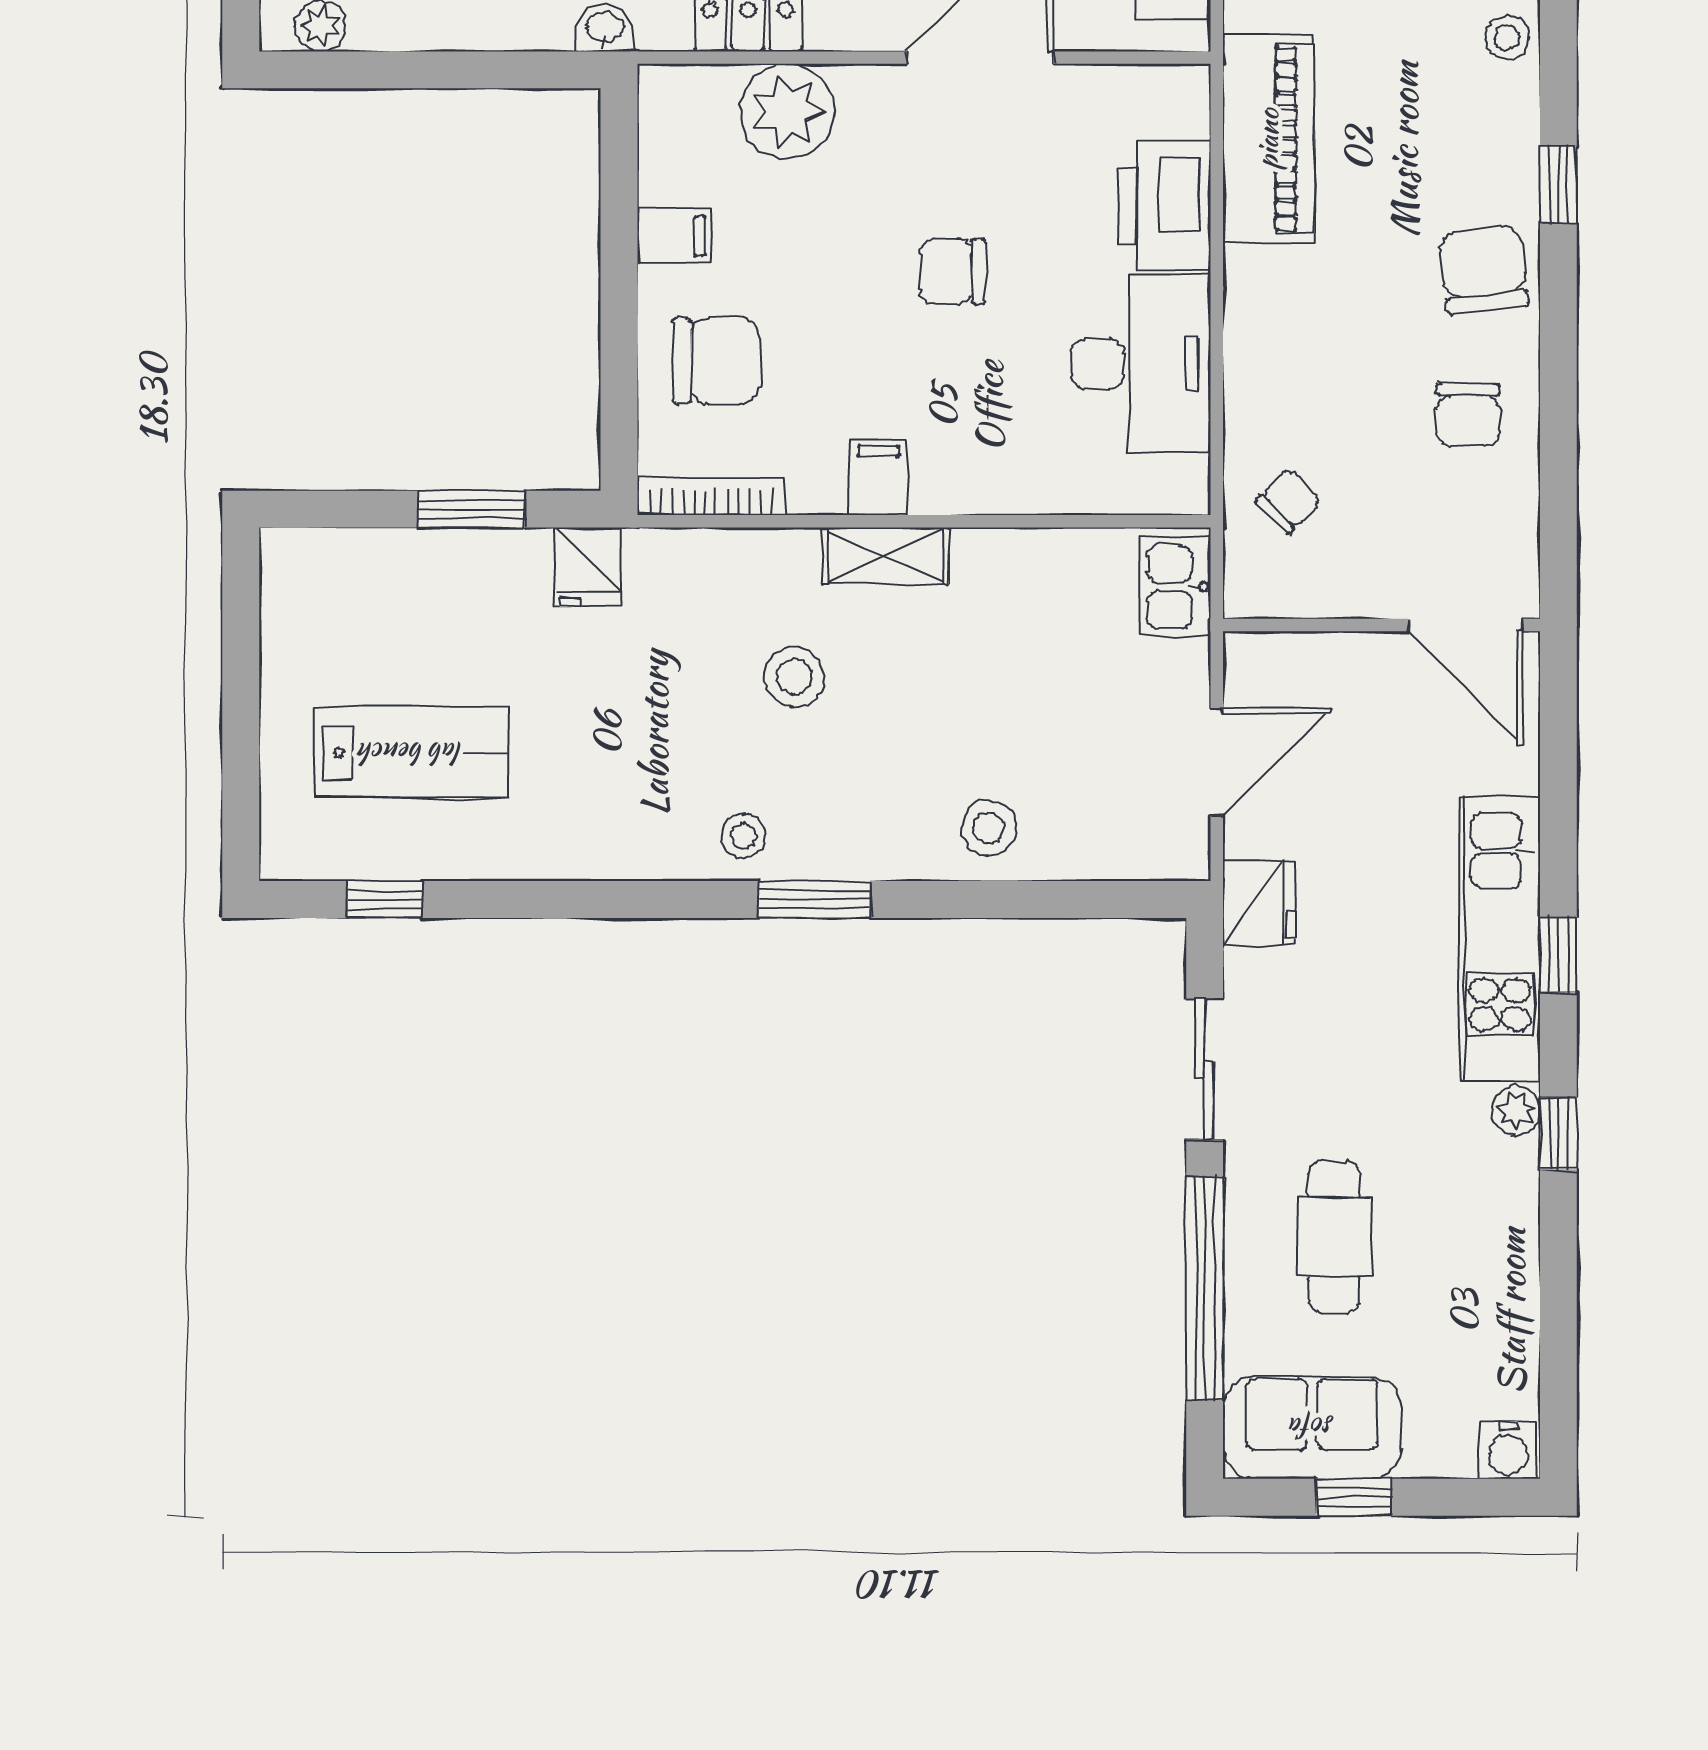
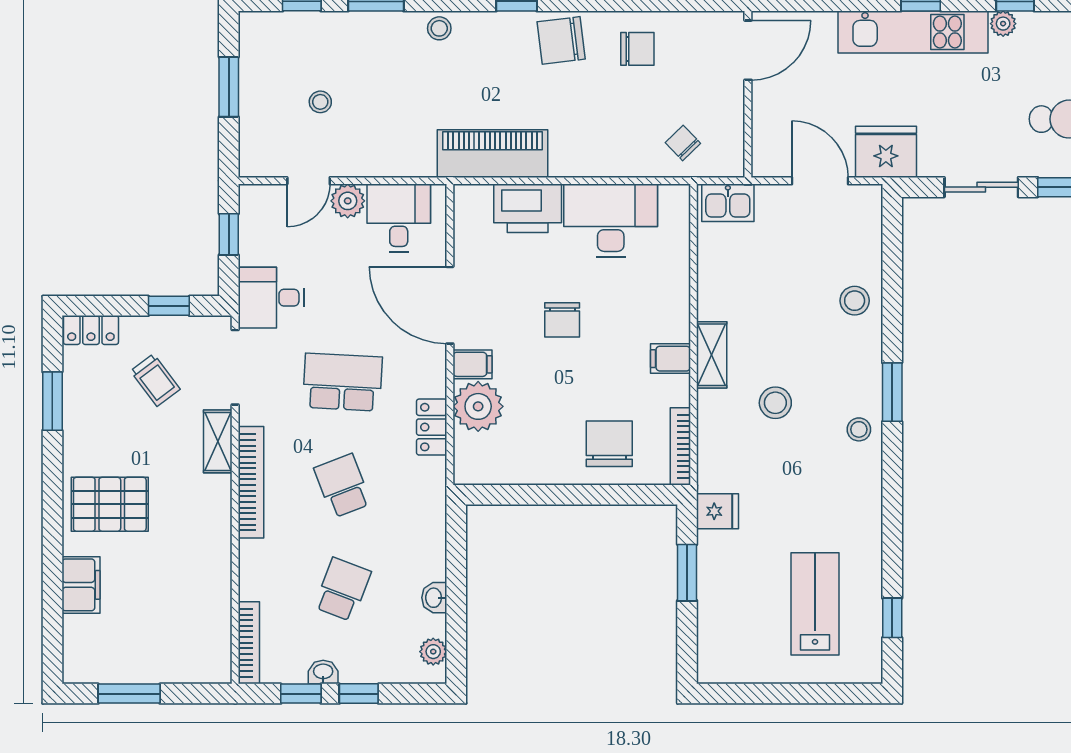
washbasin: (605, 28) -> (434, 598), moved
filing cabinet: (674, 236) -> (472, 364), moved, turned 90
fridge: (1259, 903) -> (886, 152), width x1.36, depth x1.34

